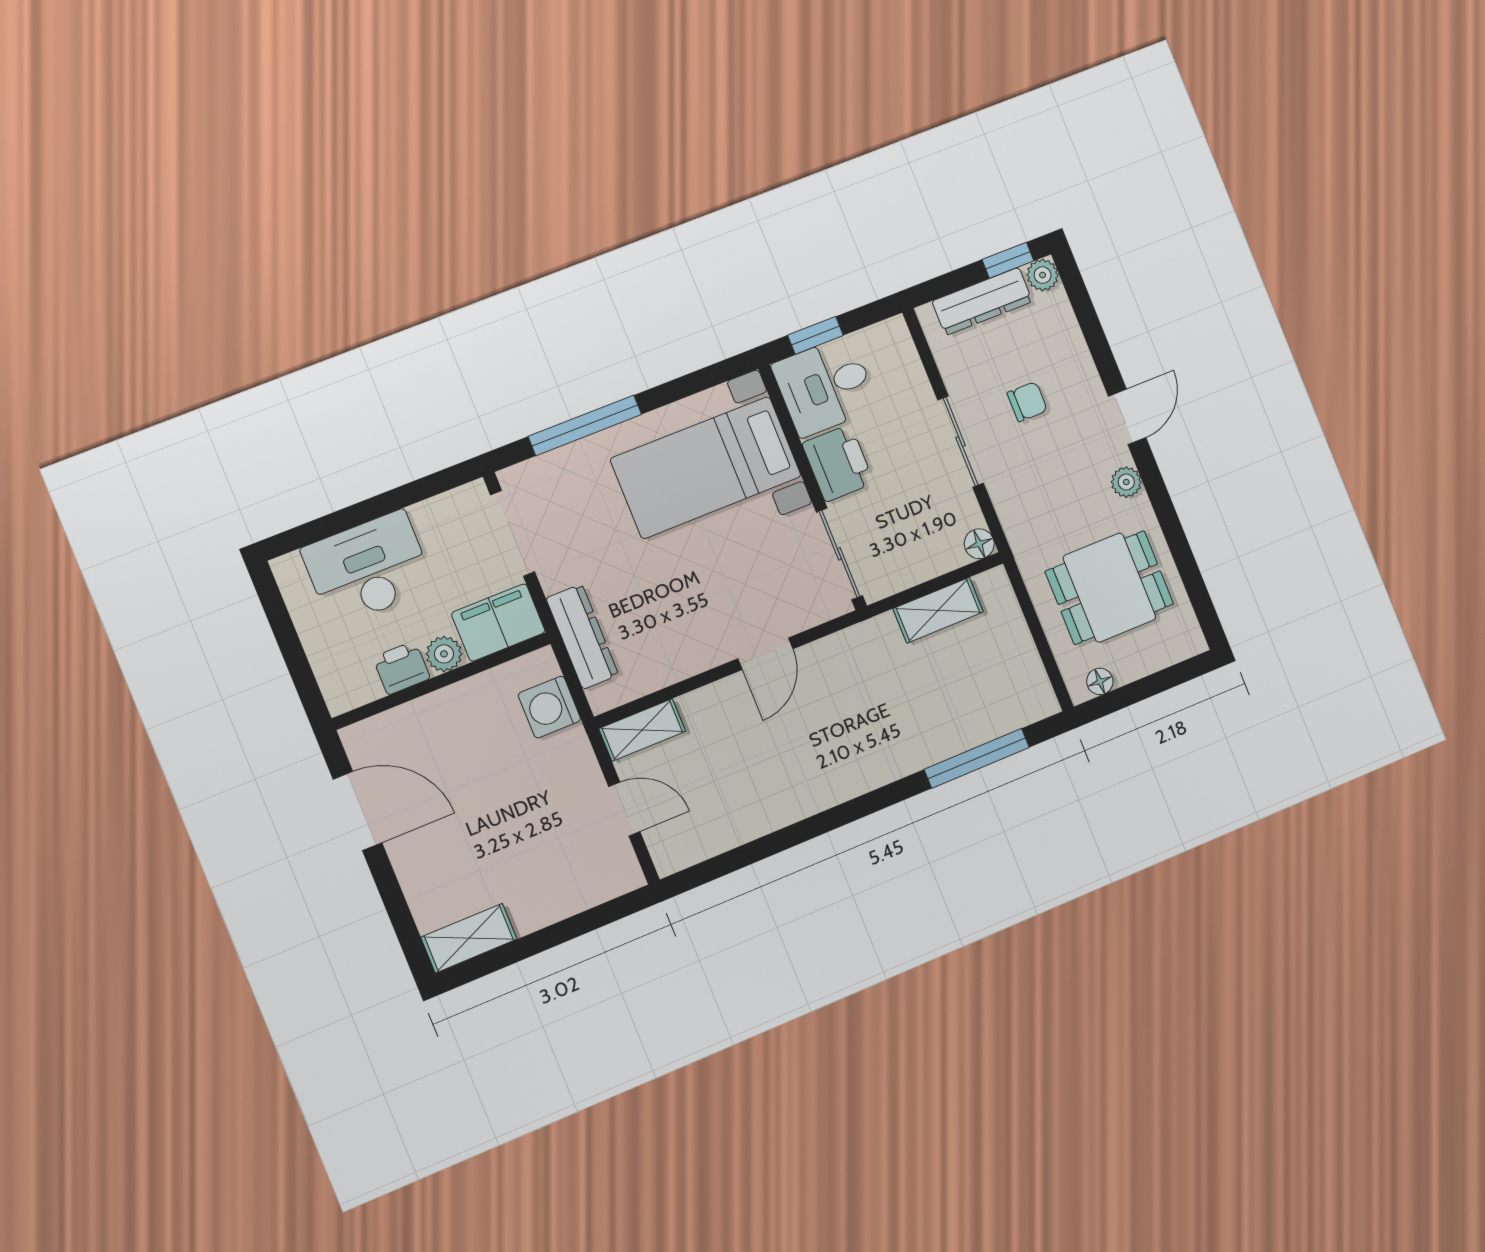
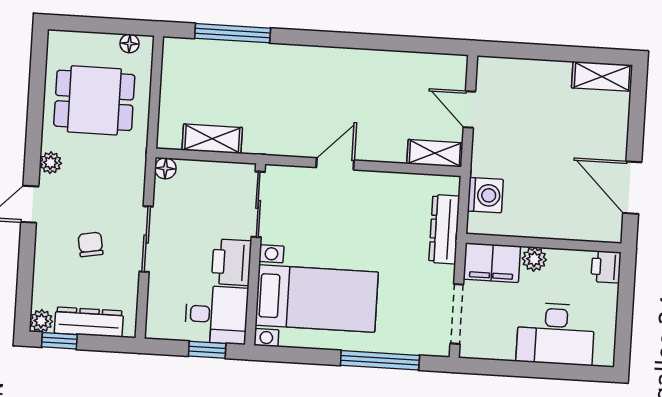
chair: (1027, 402) -> (91, 244), turned 80
printer: (401, 668) -> (606, 267), moved, turned 90

